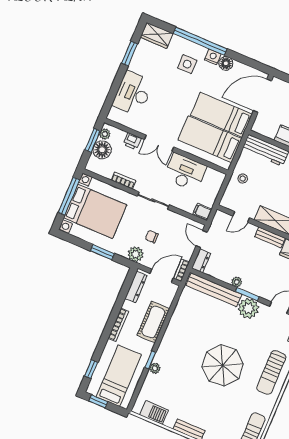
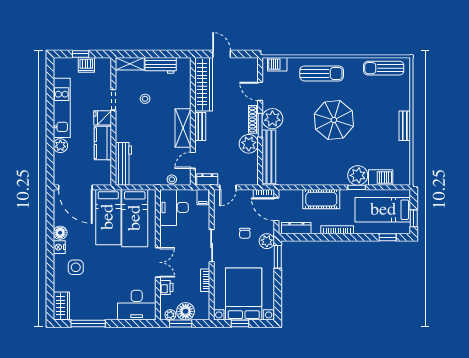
window: (200, 41) -> (50, 265), removed
window: (129, 53) -> (88, 323), width x1.44
desk: (133, 93) -> (137, 305), moved
desk: (185, 172) -> (174, 207), moved
stool: (243, 179) -> (172, 179), moved
window: (69, 196) -> (240, 323), width x0.46
door: (241, 217) -> (193, 160), swing flipped
window: (102, 252) -> (278, 257), moved
dresser: (201, 261) -> (207, 179), moved
plant: (237, 282) -> (249, 144), width x1.88, depth x1.88
shoe rack: (255, 290) -> (253, 119), added
plant: (155, 368) -> (358, 175), width x1.88, depth x1.88
barbecue: (154, 413) -> (381, 178), moved, turned 90

